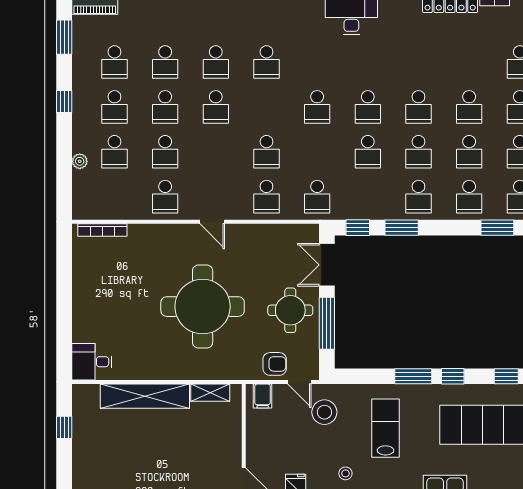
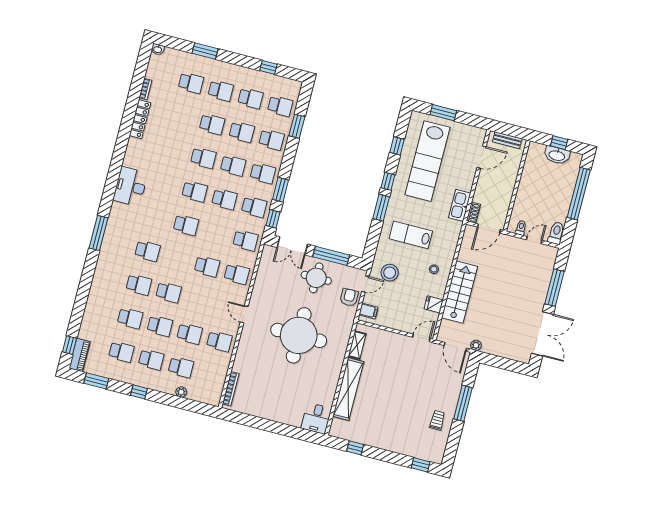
school desk: (368, 197) -> (254, 207), added
door: (212, 222) -> (244, 314), swing flipped

